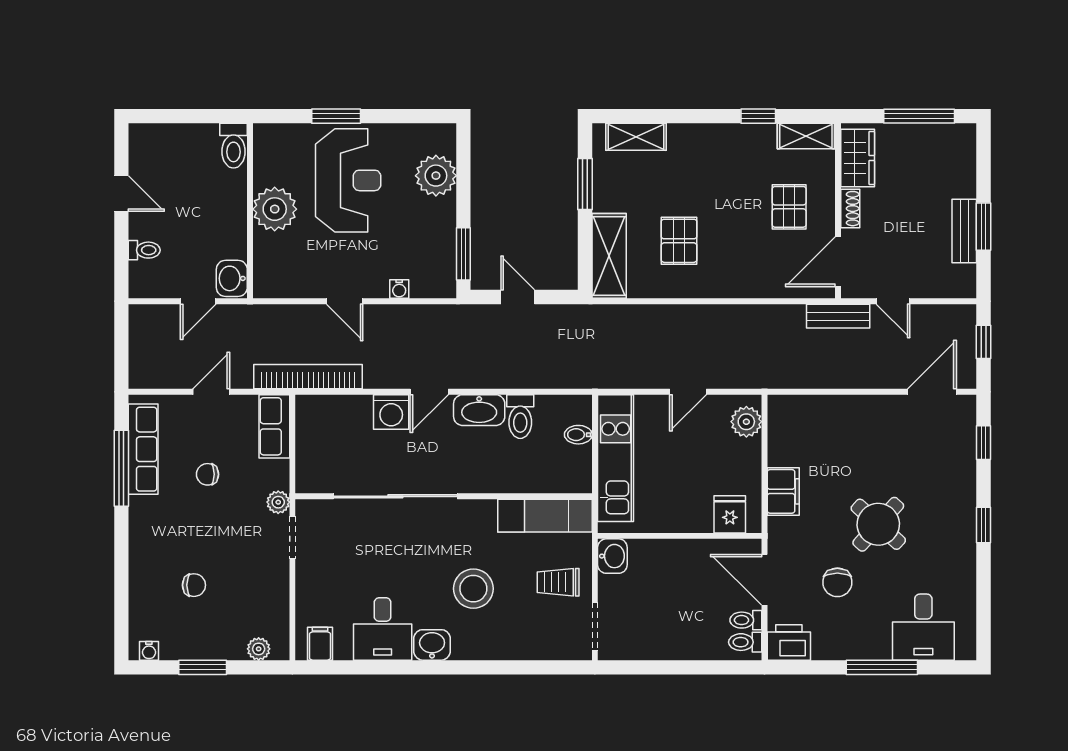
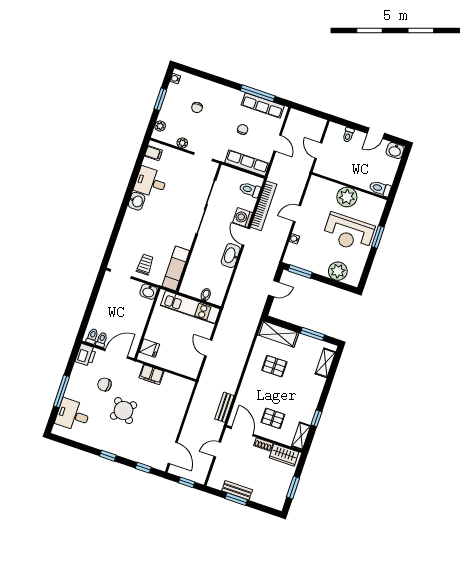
window: (919, 116) -> (293, 487), width x0.69
washbasin: (232, 278) -> (395, 151), moved, turned 180
bench: (838, 316) -> (224, 407), moved
bookcase: (308, 377) -> (264, 206), moved
toilet: (520, 417) -> (250, 190), moved
plant: (746, 422) -> (187, 369), removed
row of seats: (274, 426) -> (247, 163), width x1.48
plant: (278, 502) -> (182, 143), moved
stool: (473, 589) -> (155, 227), removed

